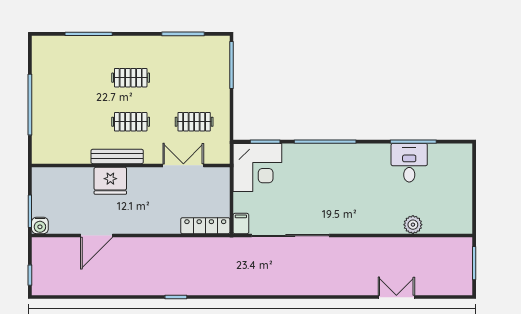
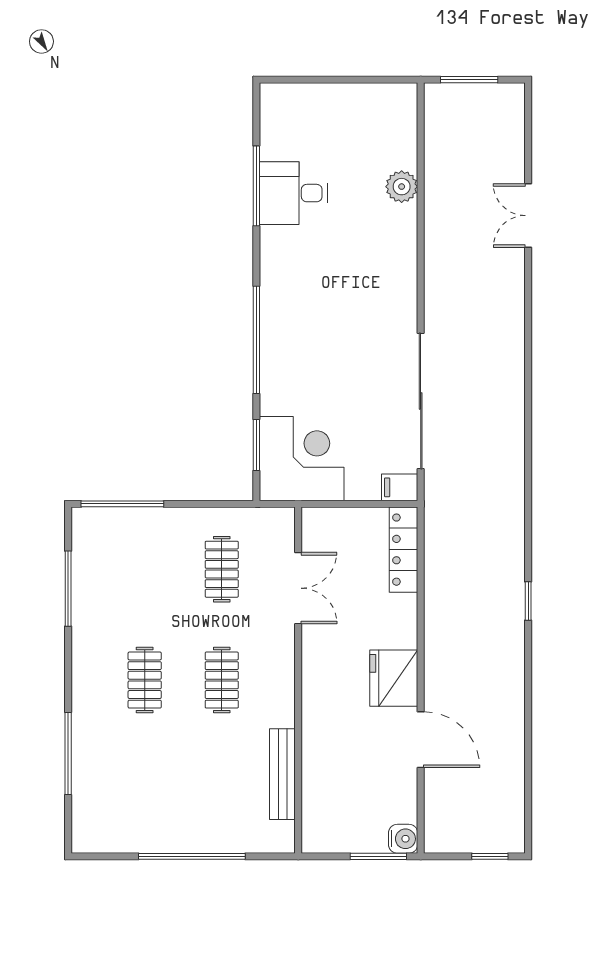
bench: (117, 156) -> (282, 774), moved
double door: (183, 165) -> (298, 588), swing flipped
fridge: (110, 181) -> (394, 678), moved, turned 180

